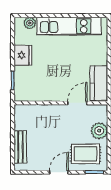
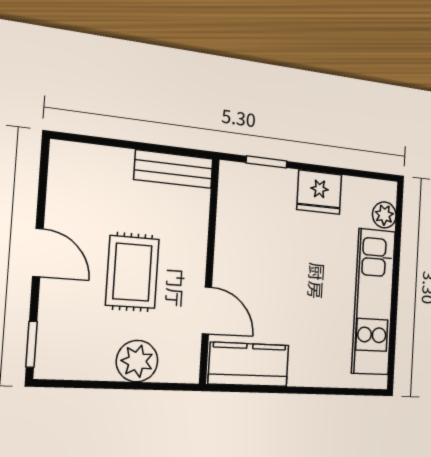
bench: (20, 147) -> (174, 169), moved
rug: (86, 154) -> (132, 272), moved

